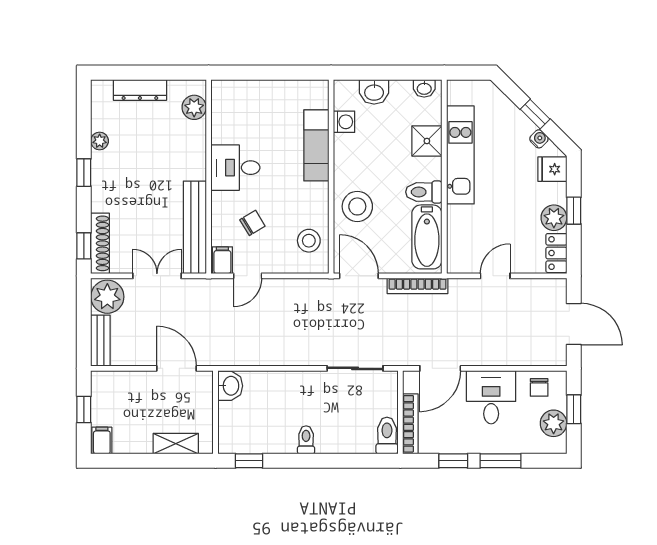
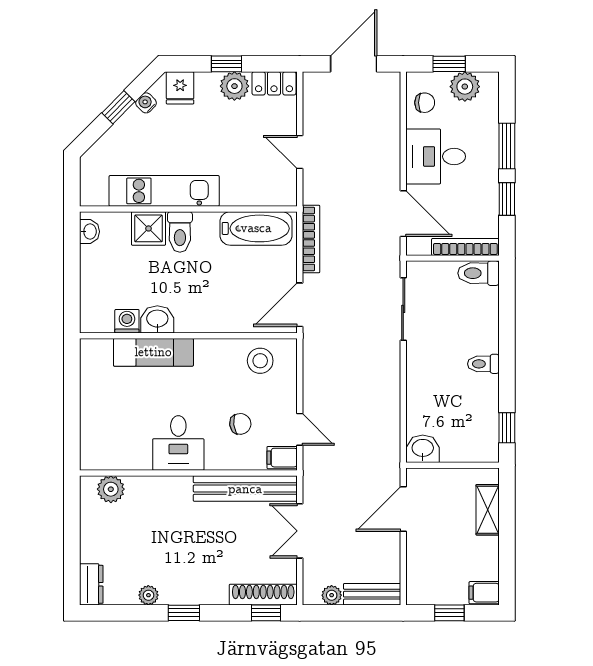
dresser: (140, 90) -> (91, 584), moved, width x0.70
washbasin: (374, 92) -> (157, 319), moved, turned -90
toilet: (424, 192) -> (180, 232), moved
stool: (357, 206) -> (222, 306), removed
chair: (252, 223) -> (240, 424), turned 114
plant: (107, 297) -> (332, 595), width x0.53, depth x0.53

